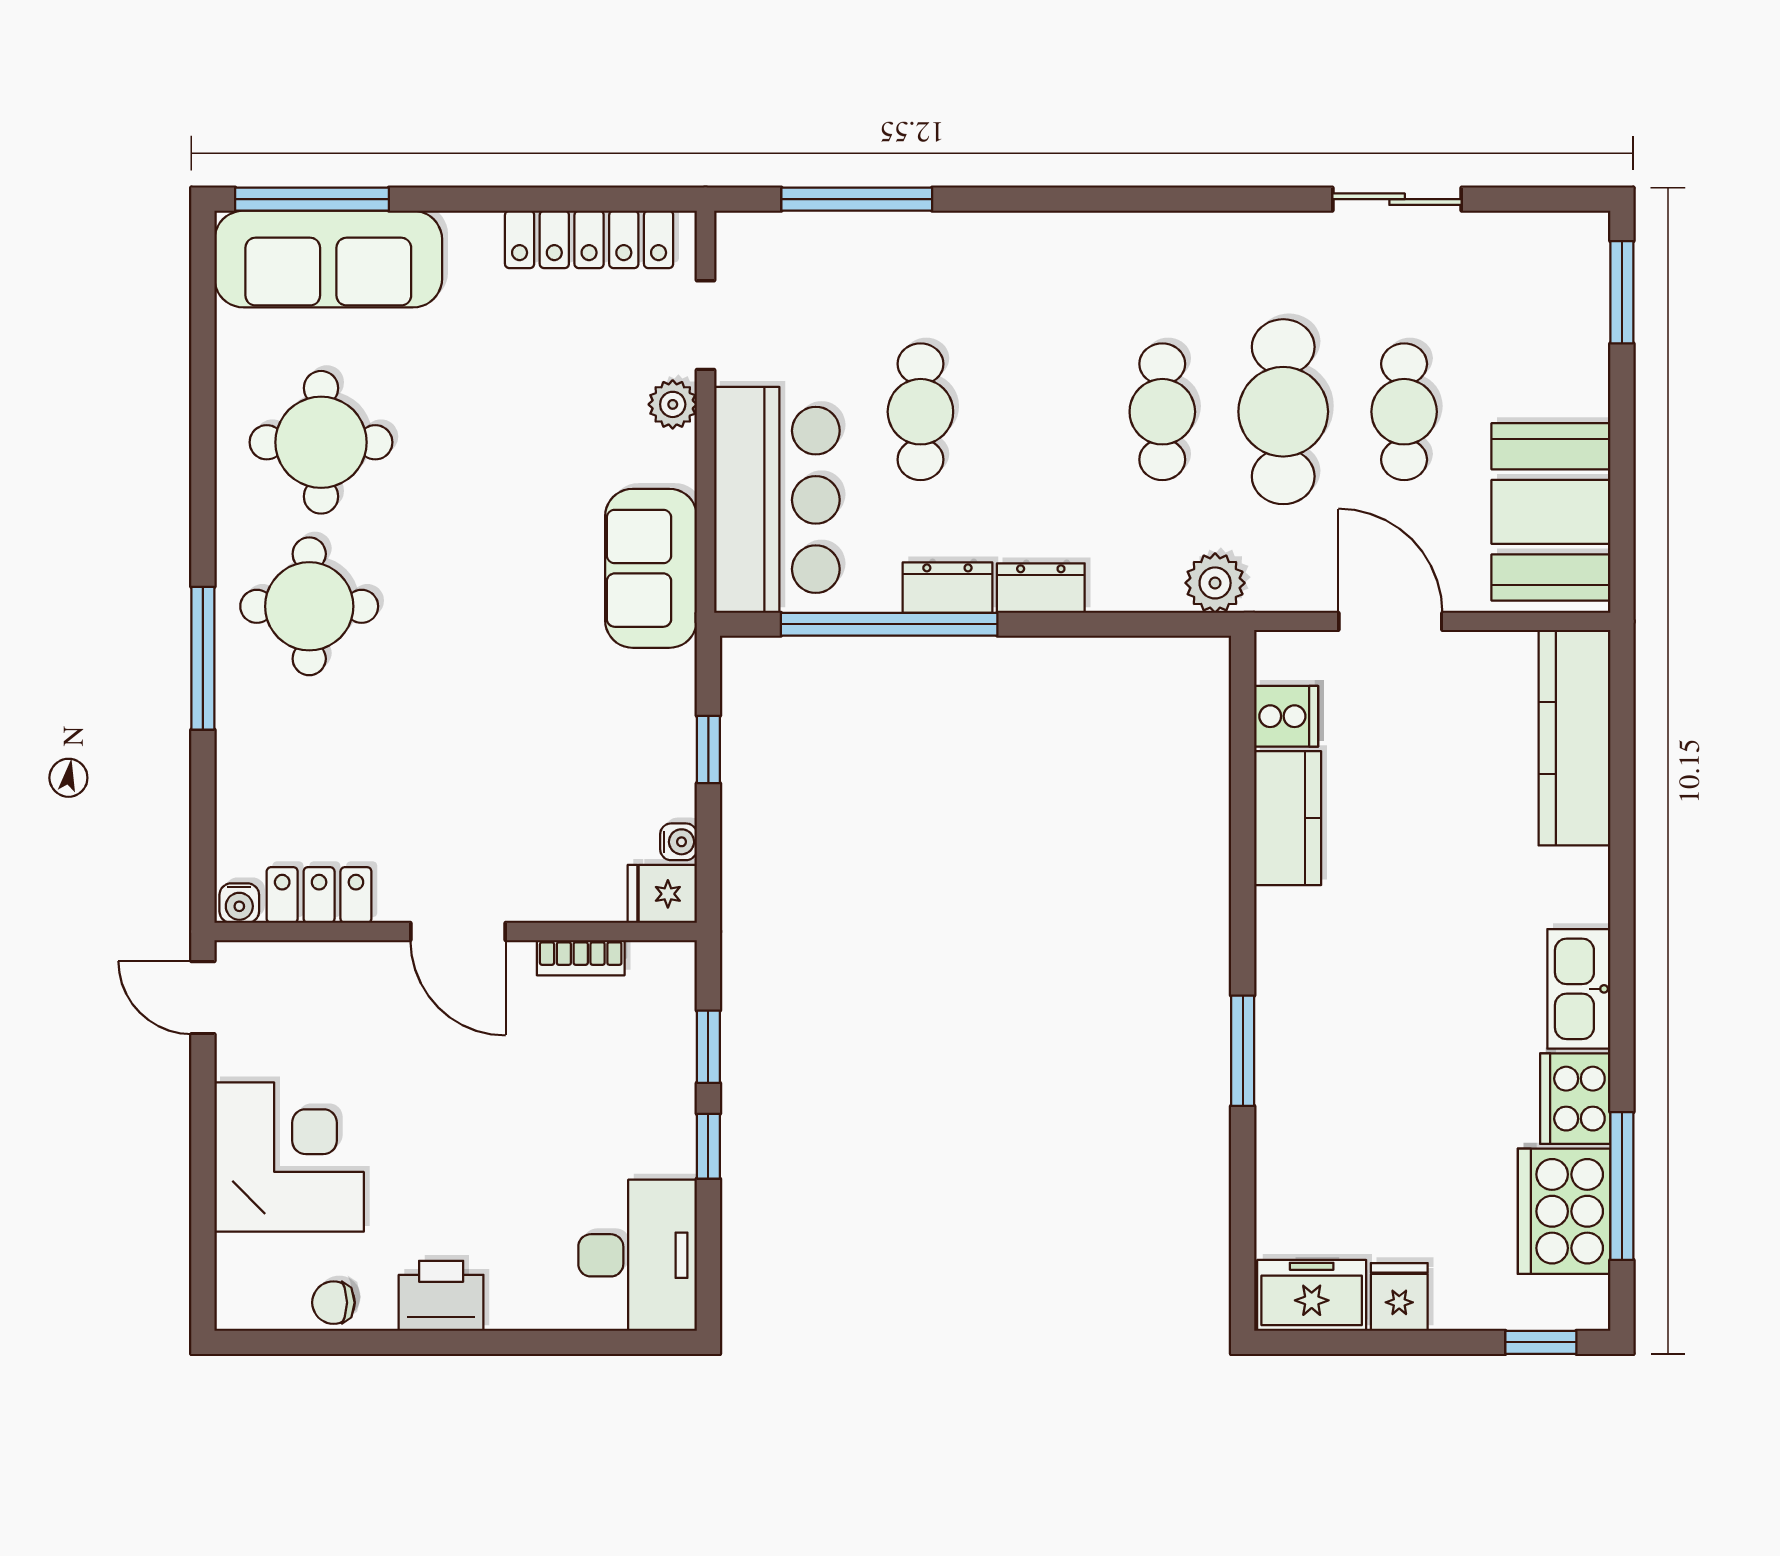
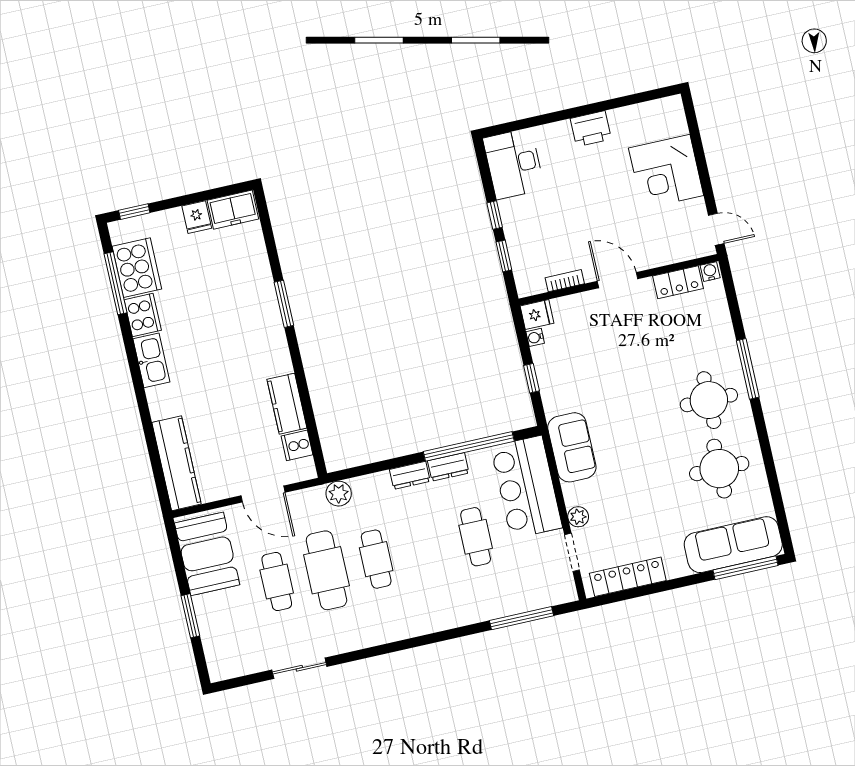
window: (1622, 292) -> (190, 616), moved
chair: (333, 1303) -> (634, 116), removed

